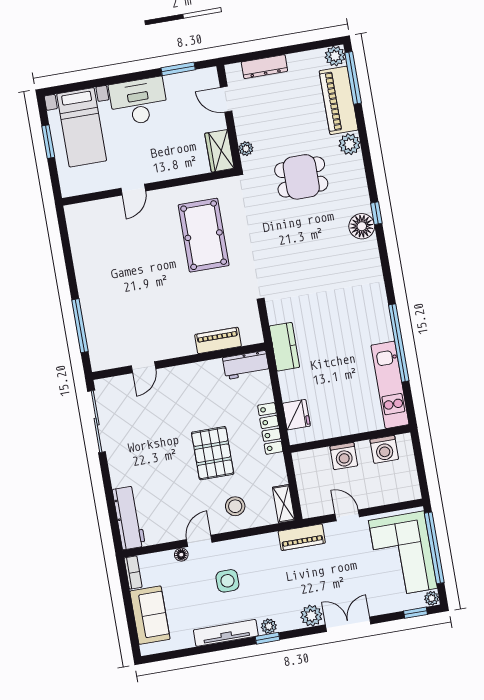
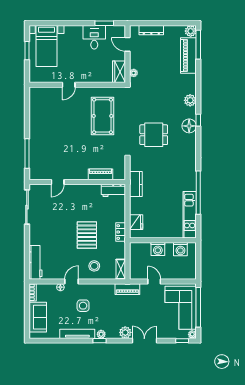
desk: (139, 101) -> (94, 37), moved, width x0.73
plant: (350, 144) -> (190, 100), moved
dining table: (301, 177) -> (154, 135), moved
locker: (270, 428) -> (121, 232), width x0.66

